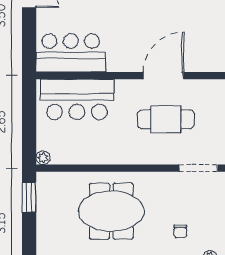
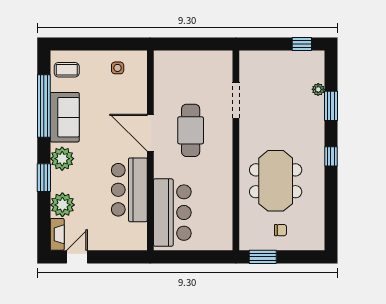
bar counter: (71, 53) -> (129, 190), moved
plant: (43, 158) -> (226, 244), removed
chair: (180, 231) -> (281, 230), moved

